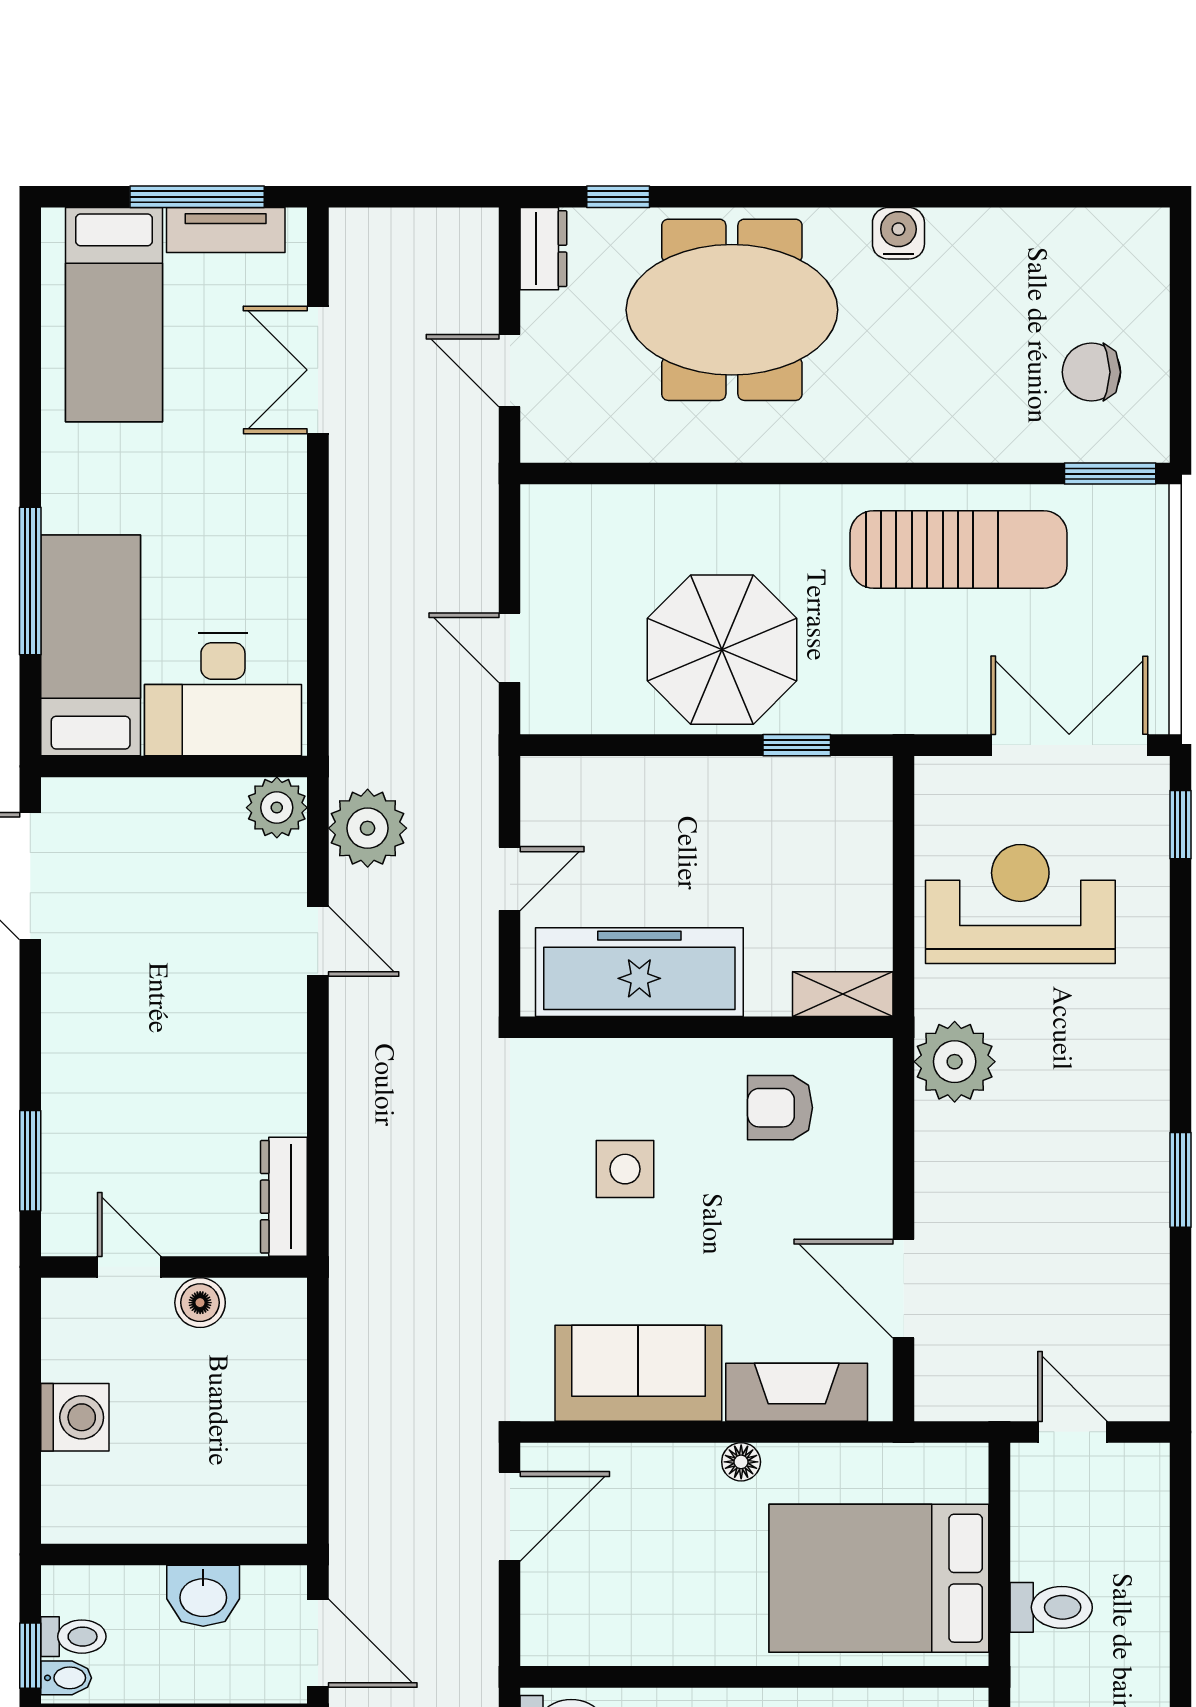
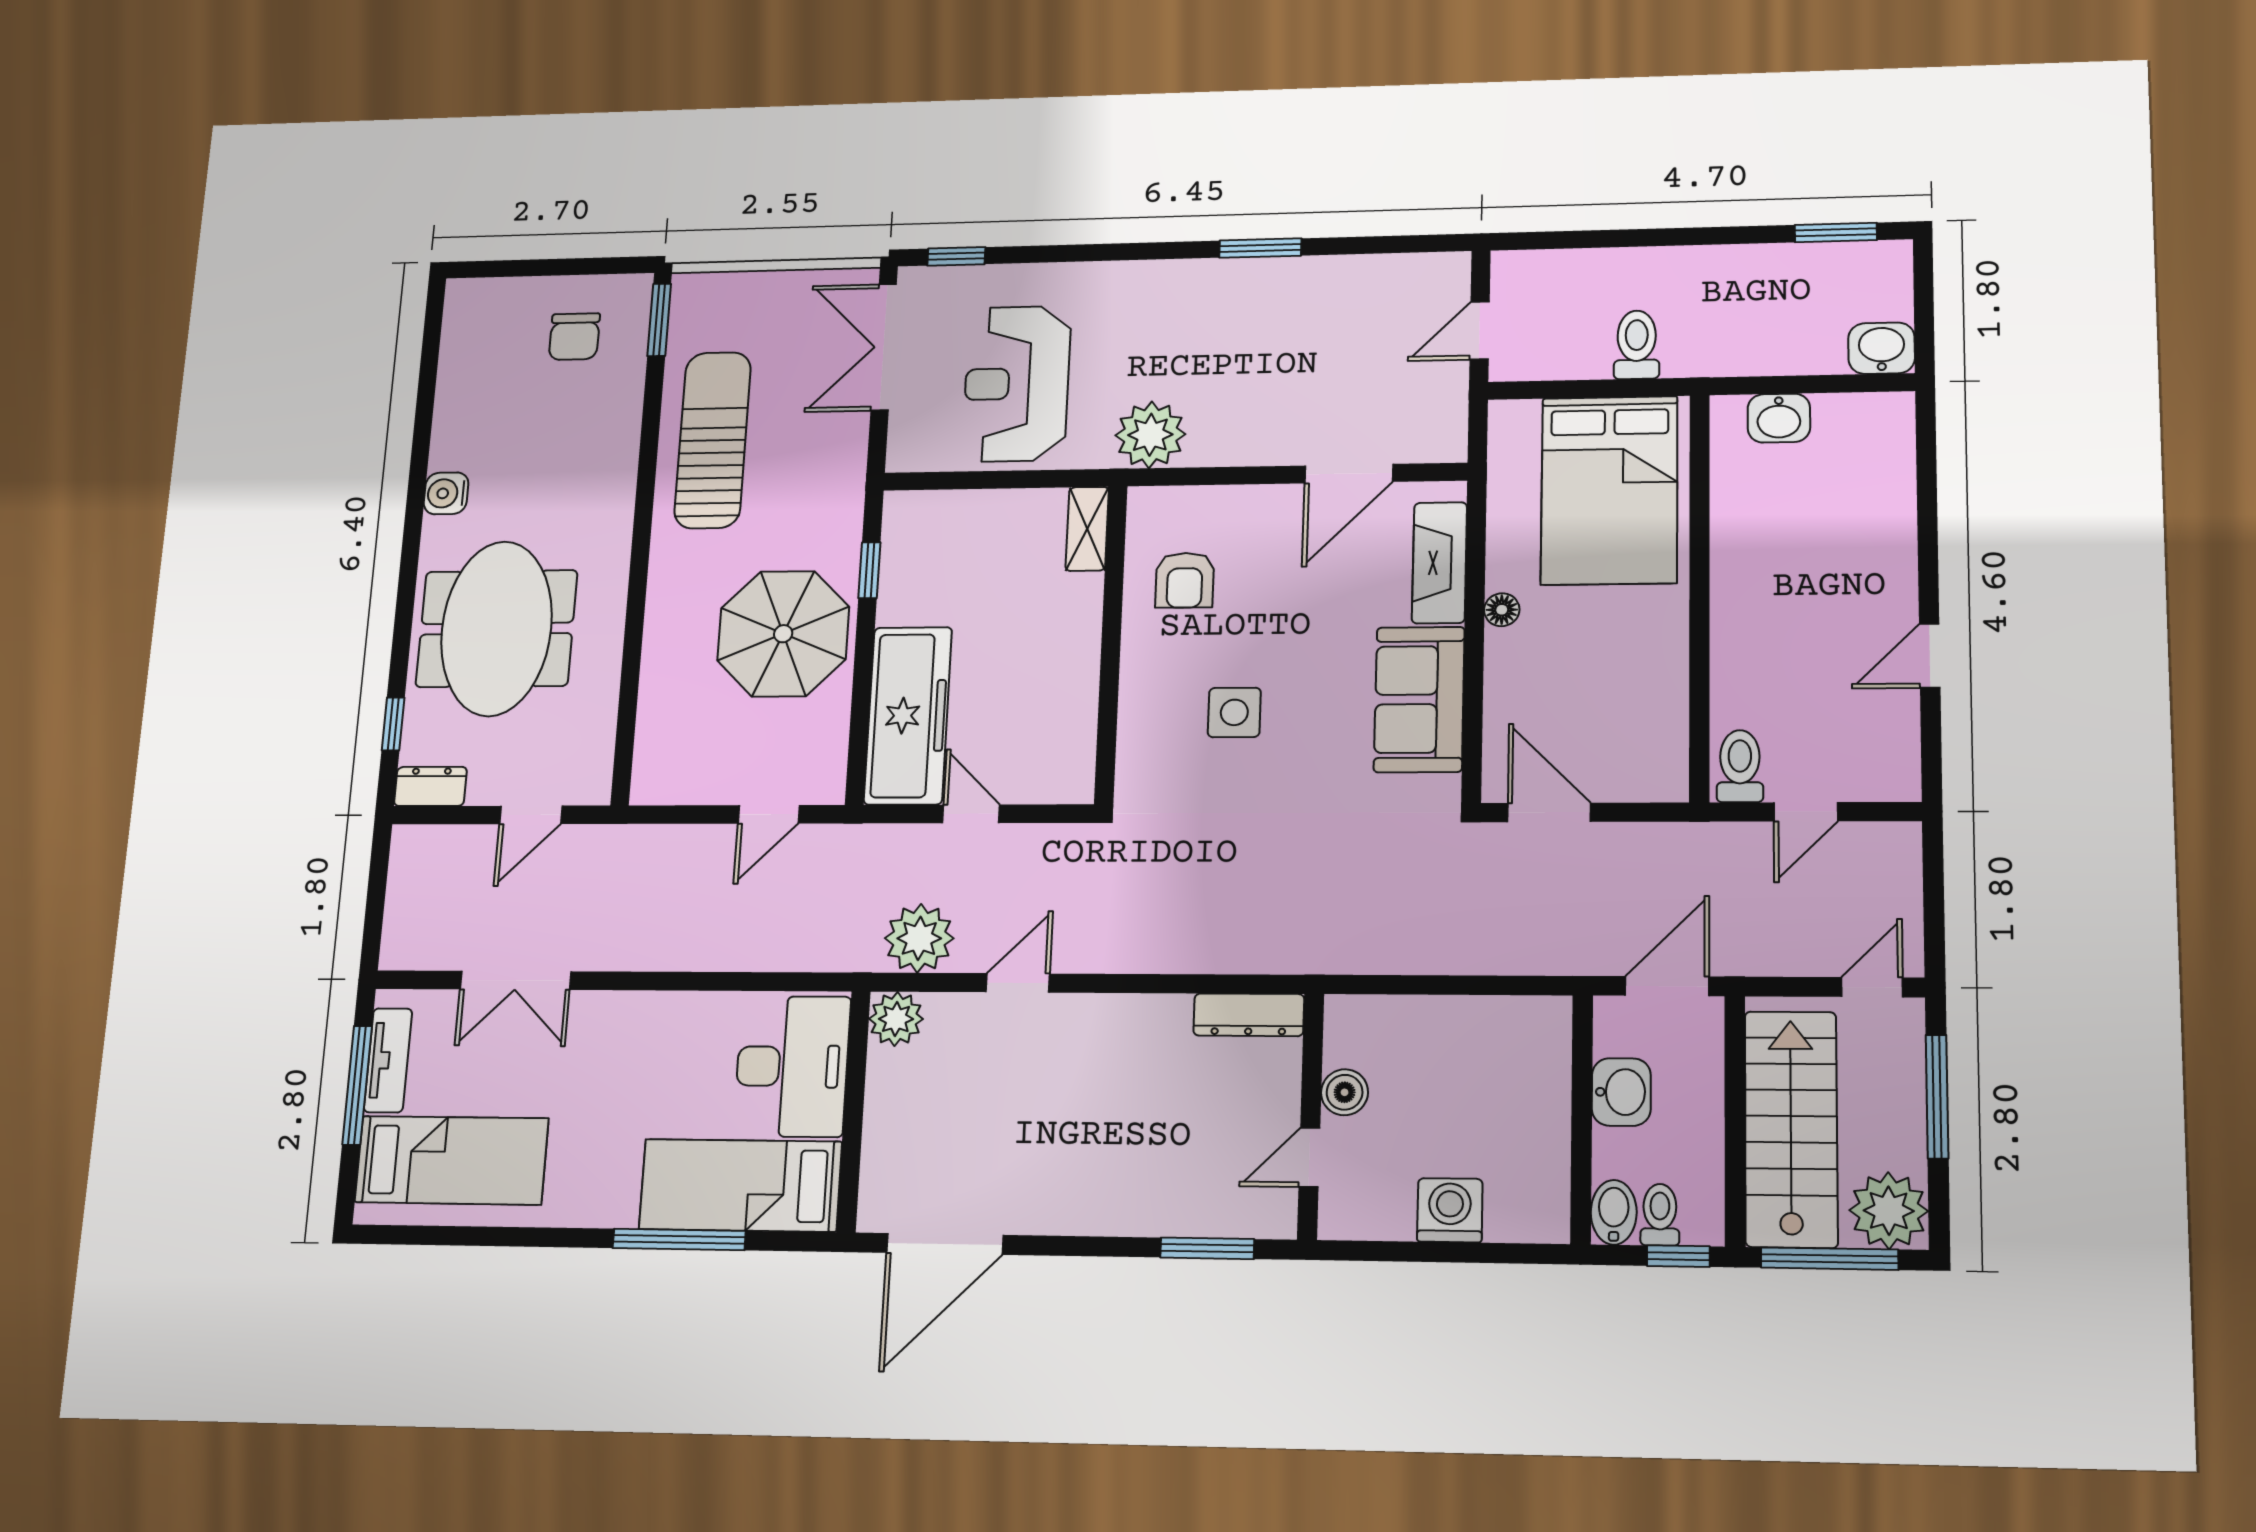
freezer: (639, 972) -> (908, 716), moved, turned 180
bidet: (66, 1678) -> (1614, 1212), moved, width x1.38, depth x1.36

